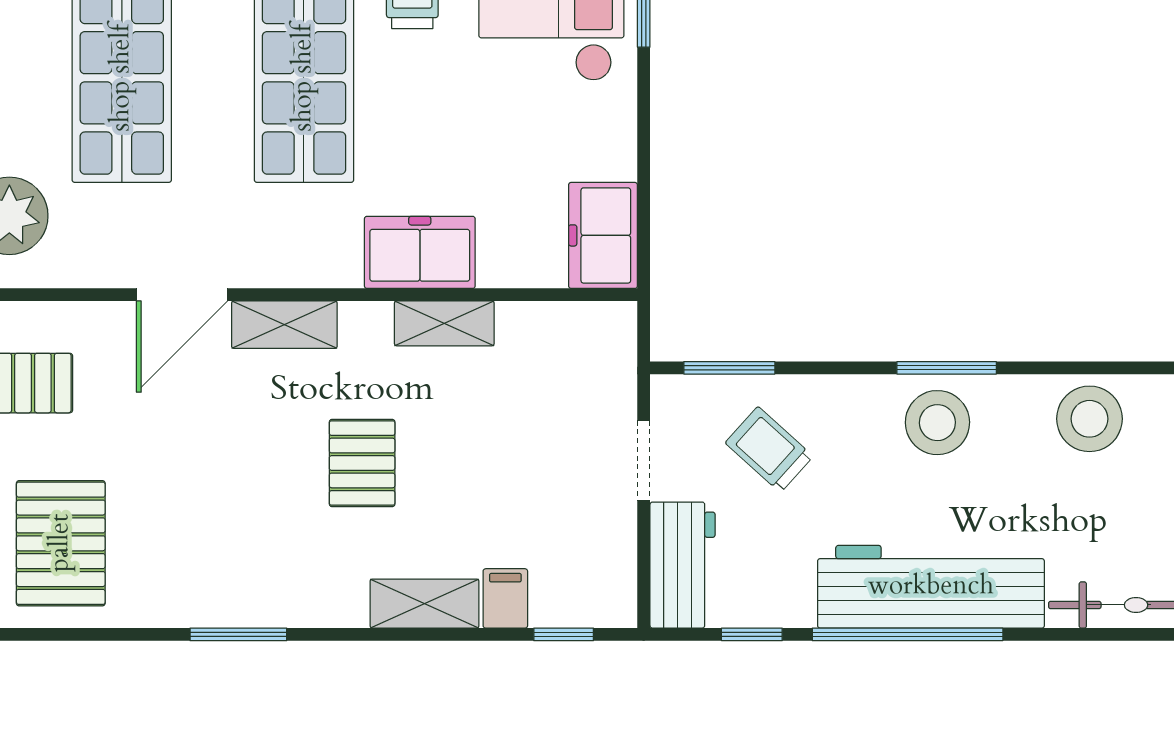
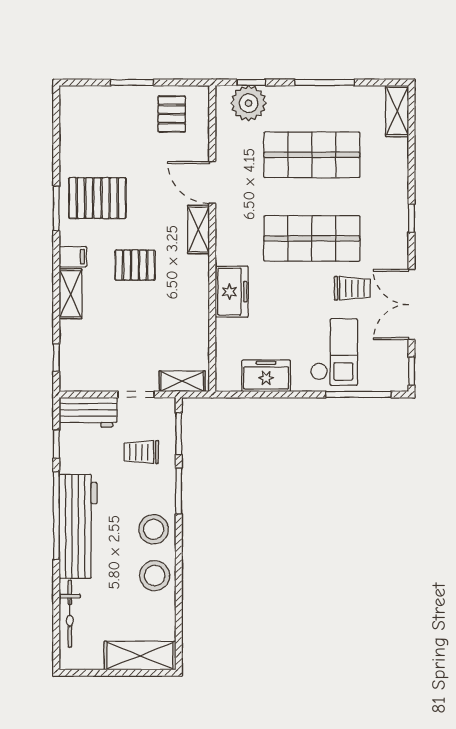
freezer: (603, 235) -> (266, 376), moved
shelving: (444, 323) -> (182, 381), moved, turned 90
window: (947, 368) -> (179, 491), moved
stool: (1089, 419) -> (155, 576), moved
trolley: (769, 450) -> (141, 452), turned -132
pallet: (61, 543) -> (97, 198), moved
filing cabinet: (505, 598) -> (73, 257), moved

